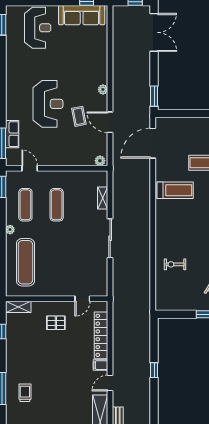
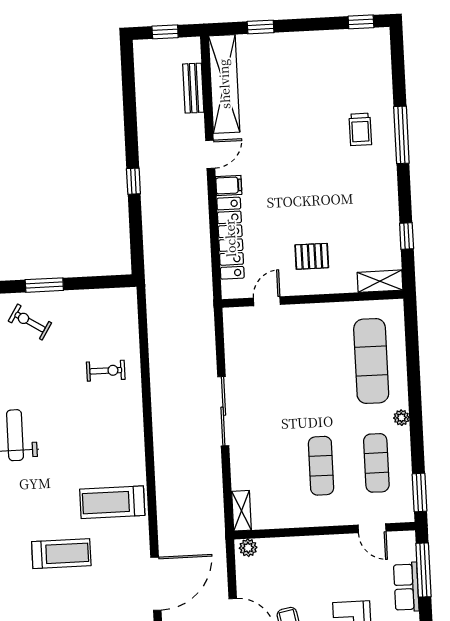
shelving: (103, 198) -> (241, 511), moved

